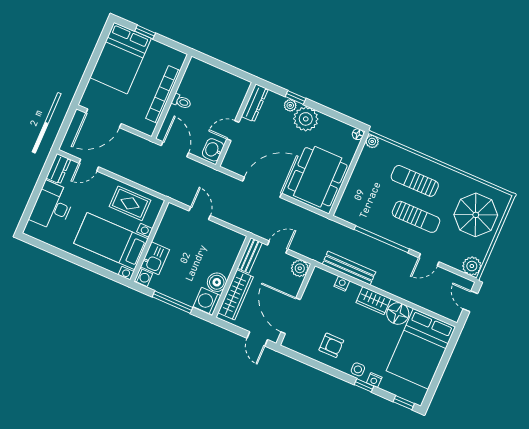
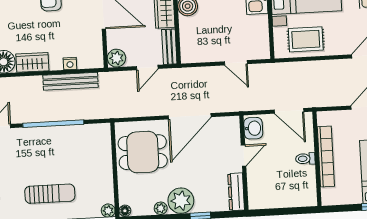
plant: (290, 105) -> (161, 208), moved
dining table: (318, 177) -> (143, 152), width x0.73
sun lounger: (416, 217) -> (32, 161), removed

